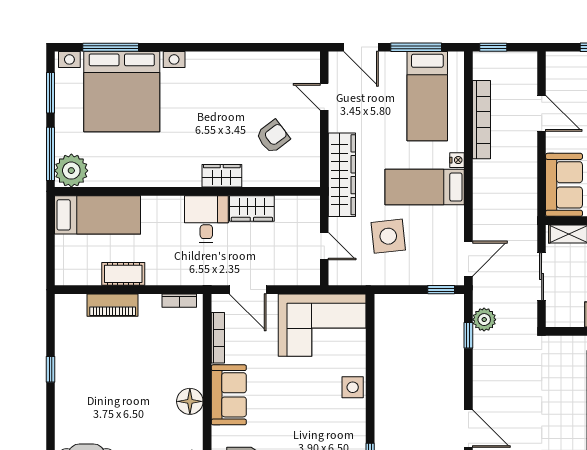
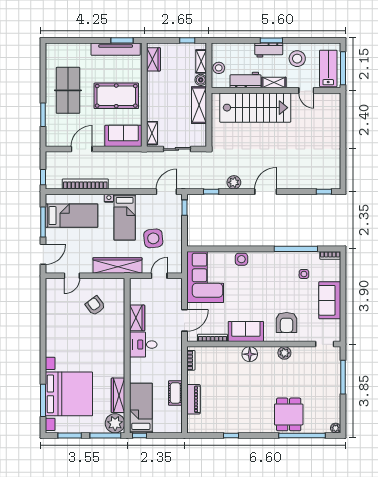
wardrobe: (222, 176) -> (118, 395), moved, width x1.50
window: (50, 213) -> (140, 435), added
door: (468, 259) -> (166, 192), hinge flipped
plant: (484, 320) -> (234, 182), moved

